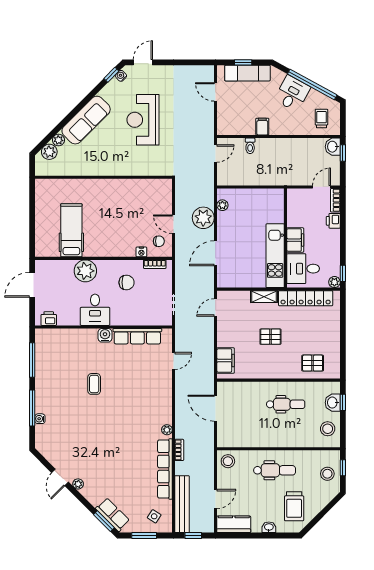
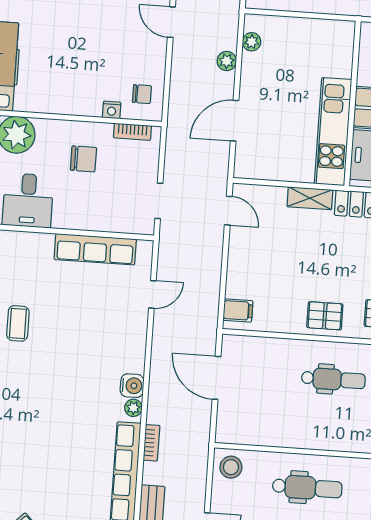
plant: (203, 218) -> (227, 61), width x0.53, depth x0.53
door: (174, 224) -> (171, 22), moved
door: (216, 308) -> (228, 211), swing flipped
water cooler: (105, 335) -> (132, 386), moved, turned 90
pallet: (270, 337) -> (325, 316), moved
filing cabinet: (226, 360) -> (238, 310), width x0.50

